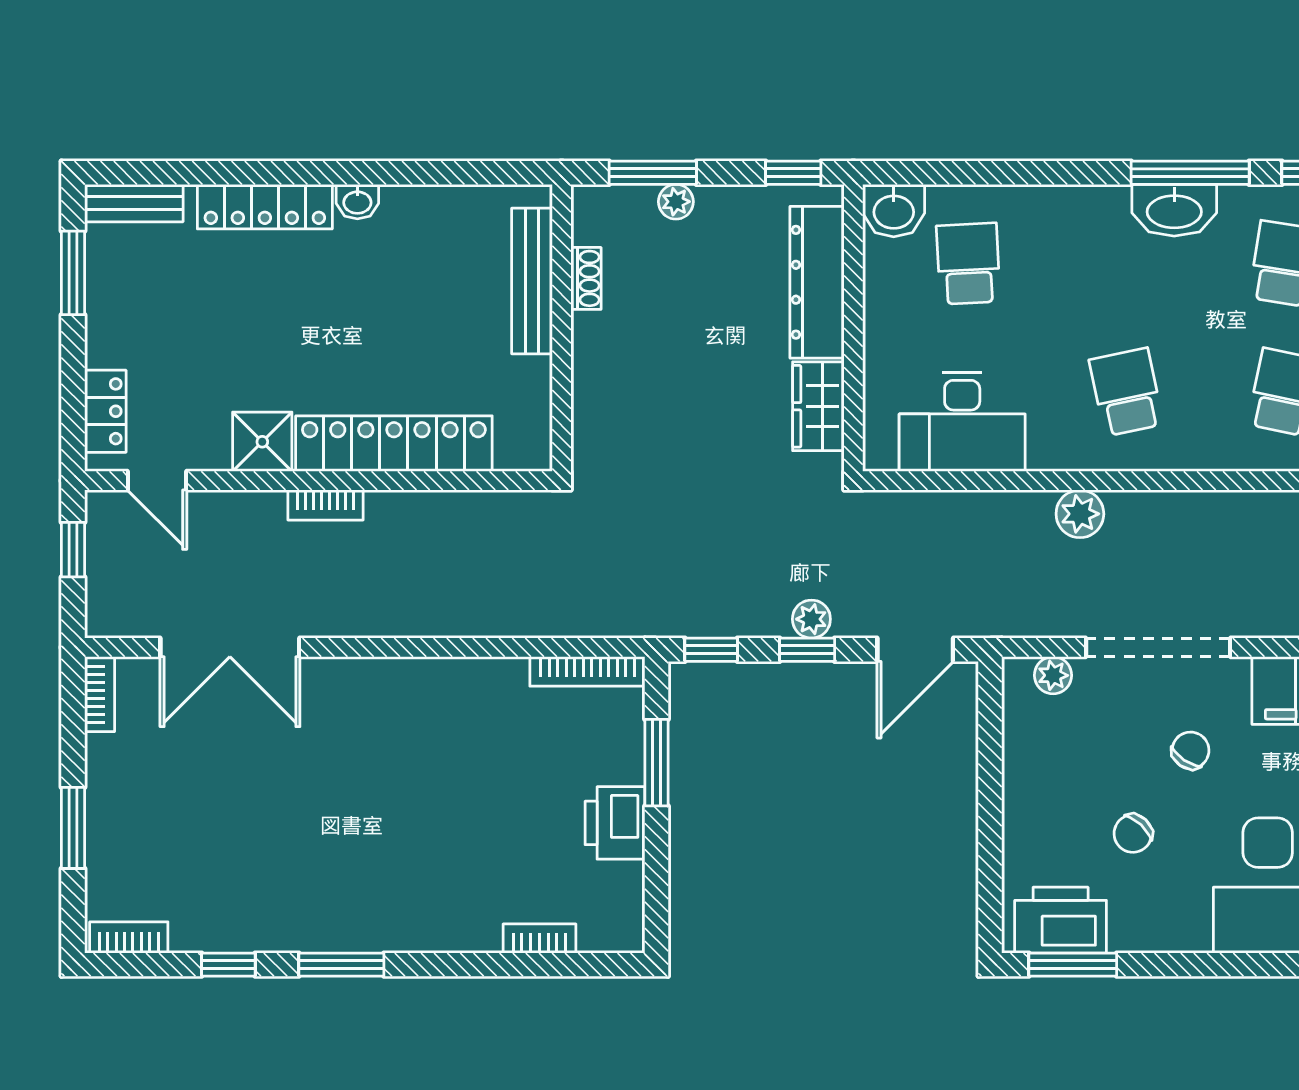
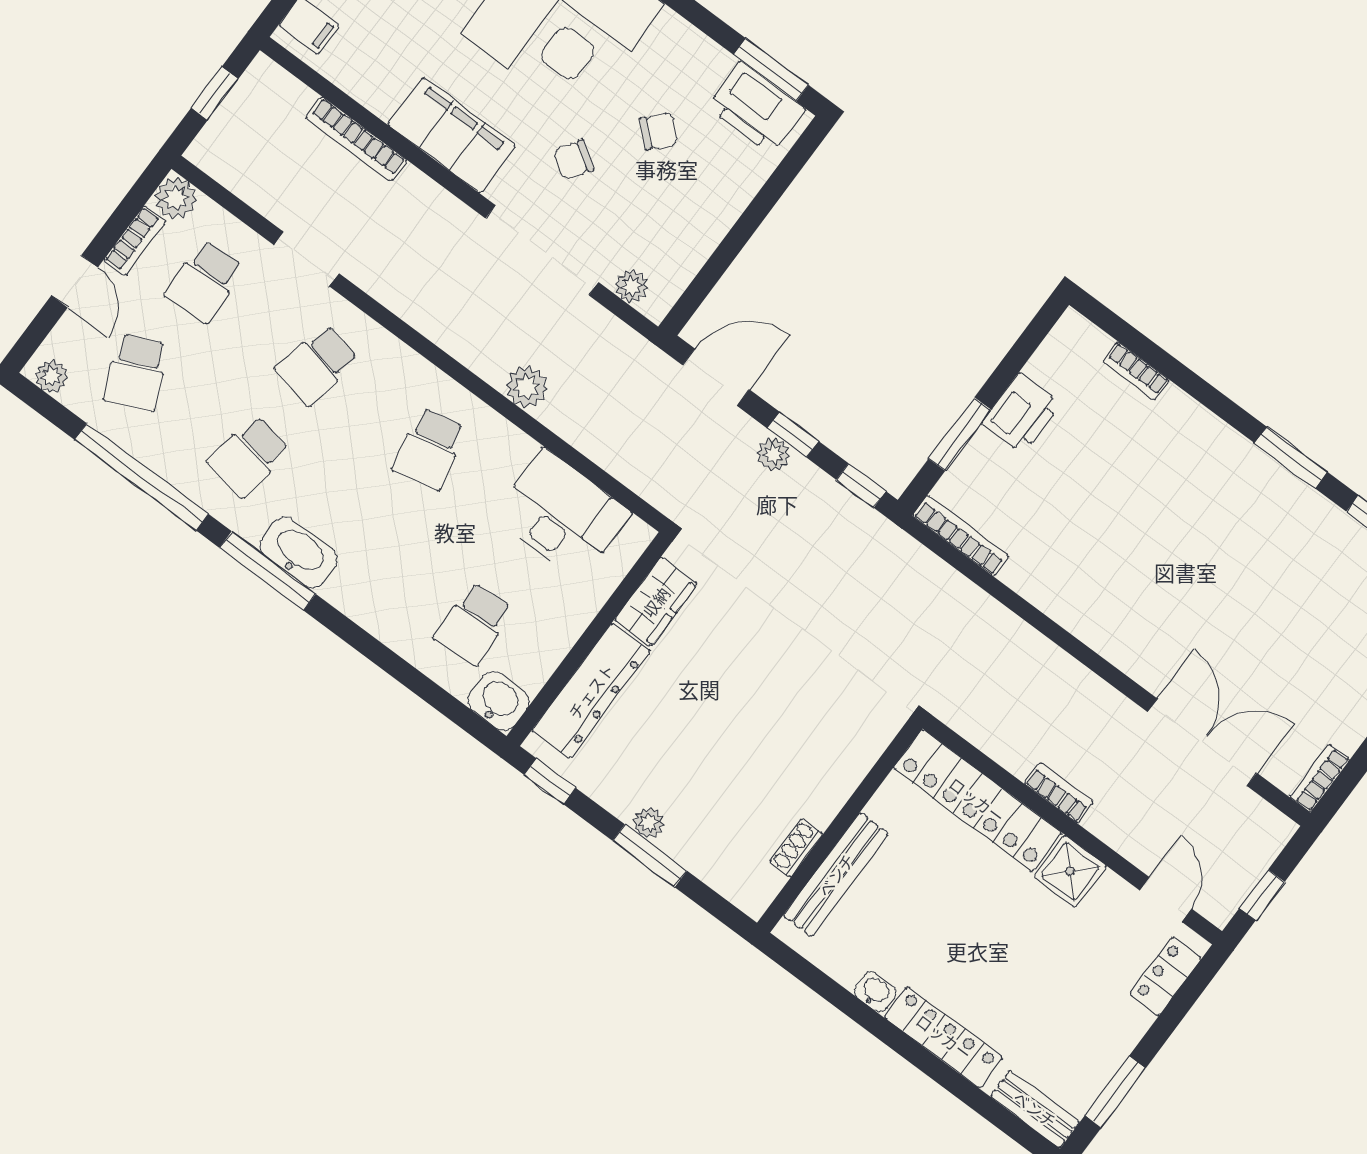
shoe rack: (586, 278) -> (796, 848), moved
bench: (532, 281) -> (836, 875), moved
wall: (562, 328) -> (840, 826), moved

